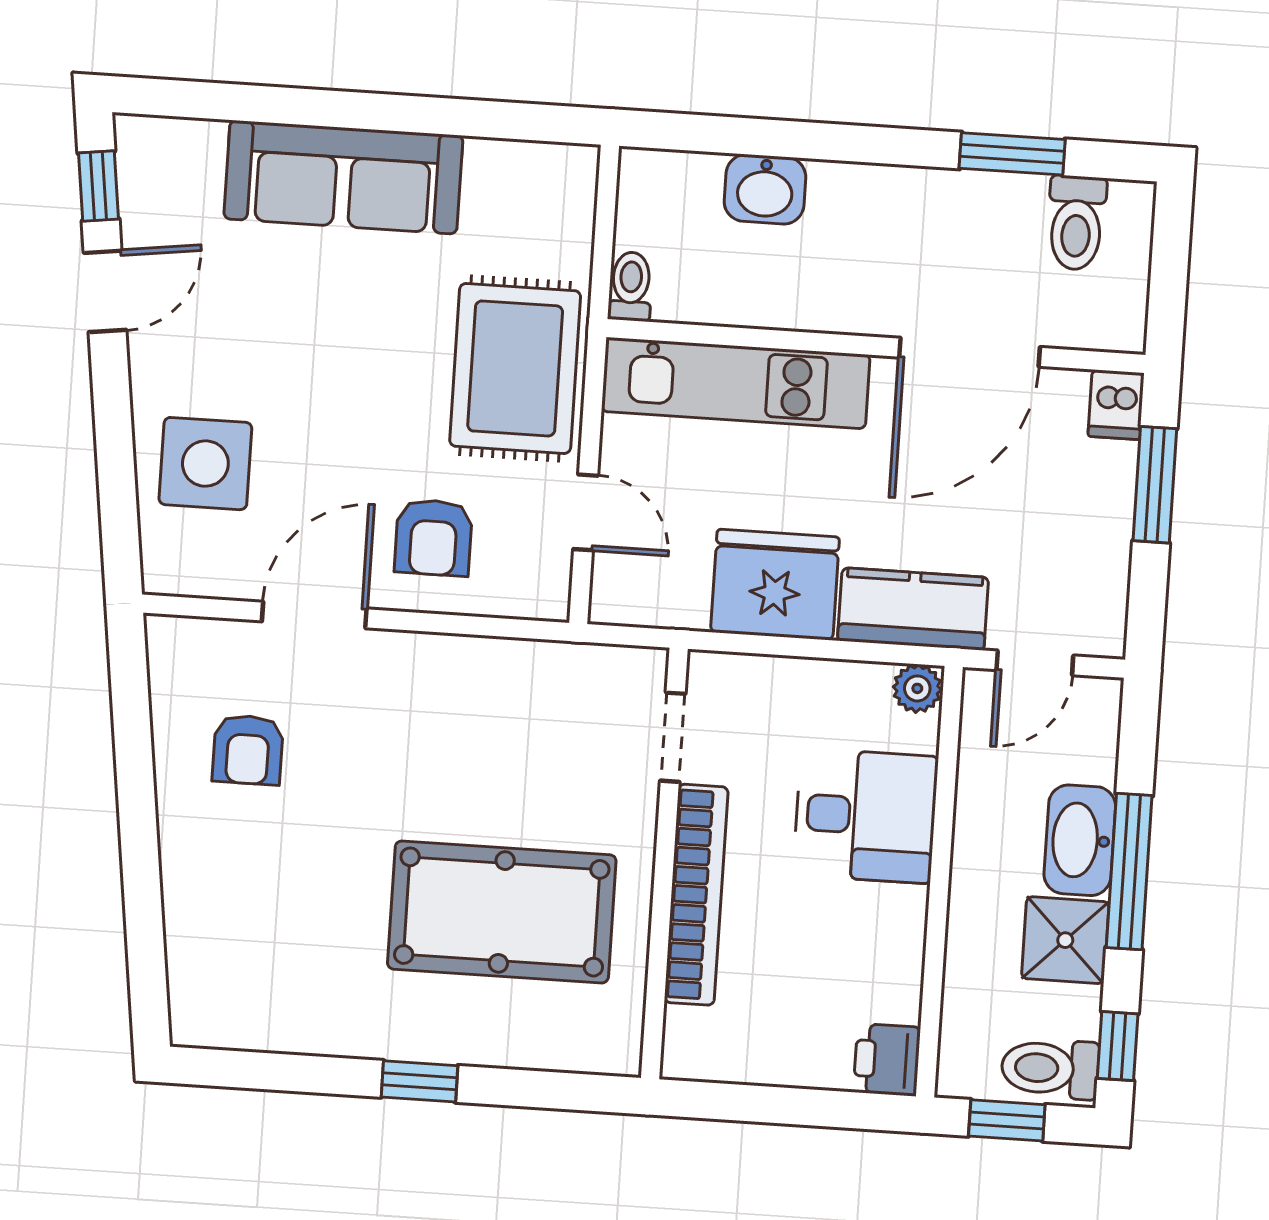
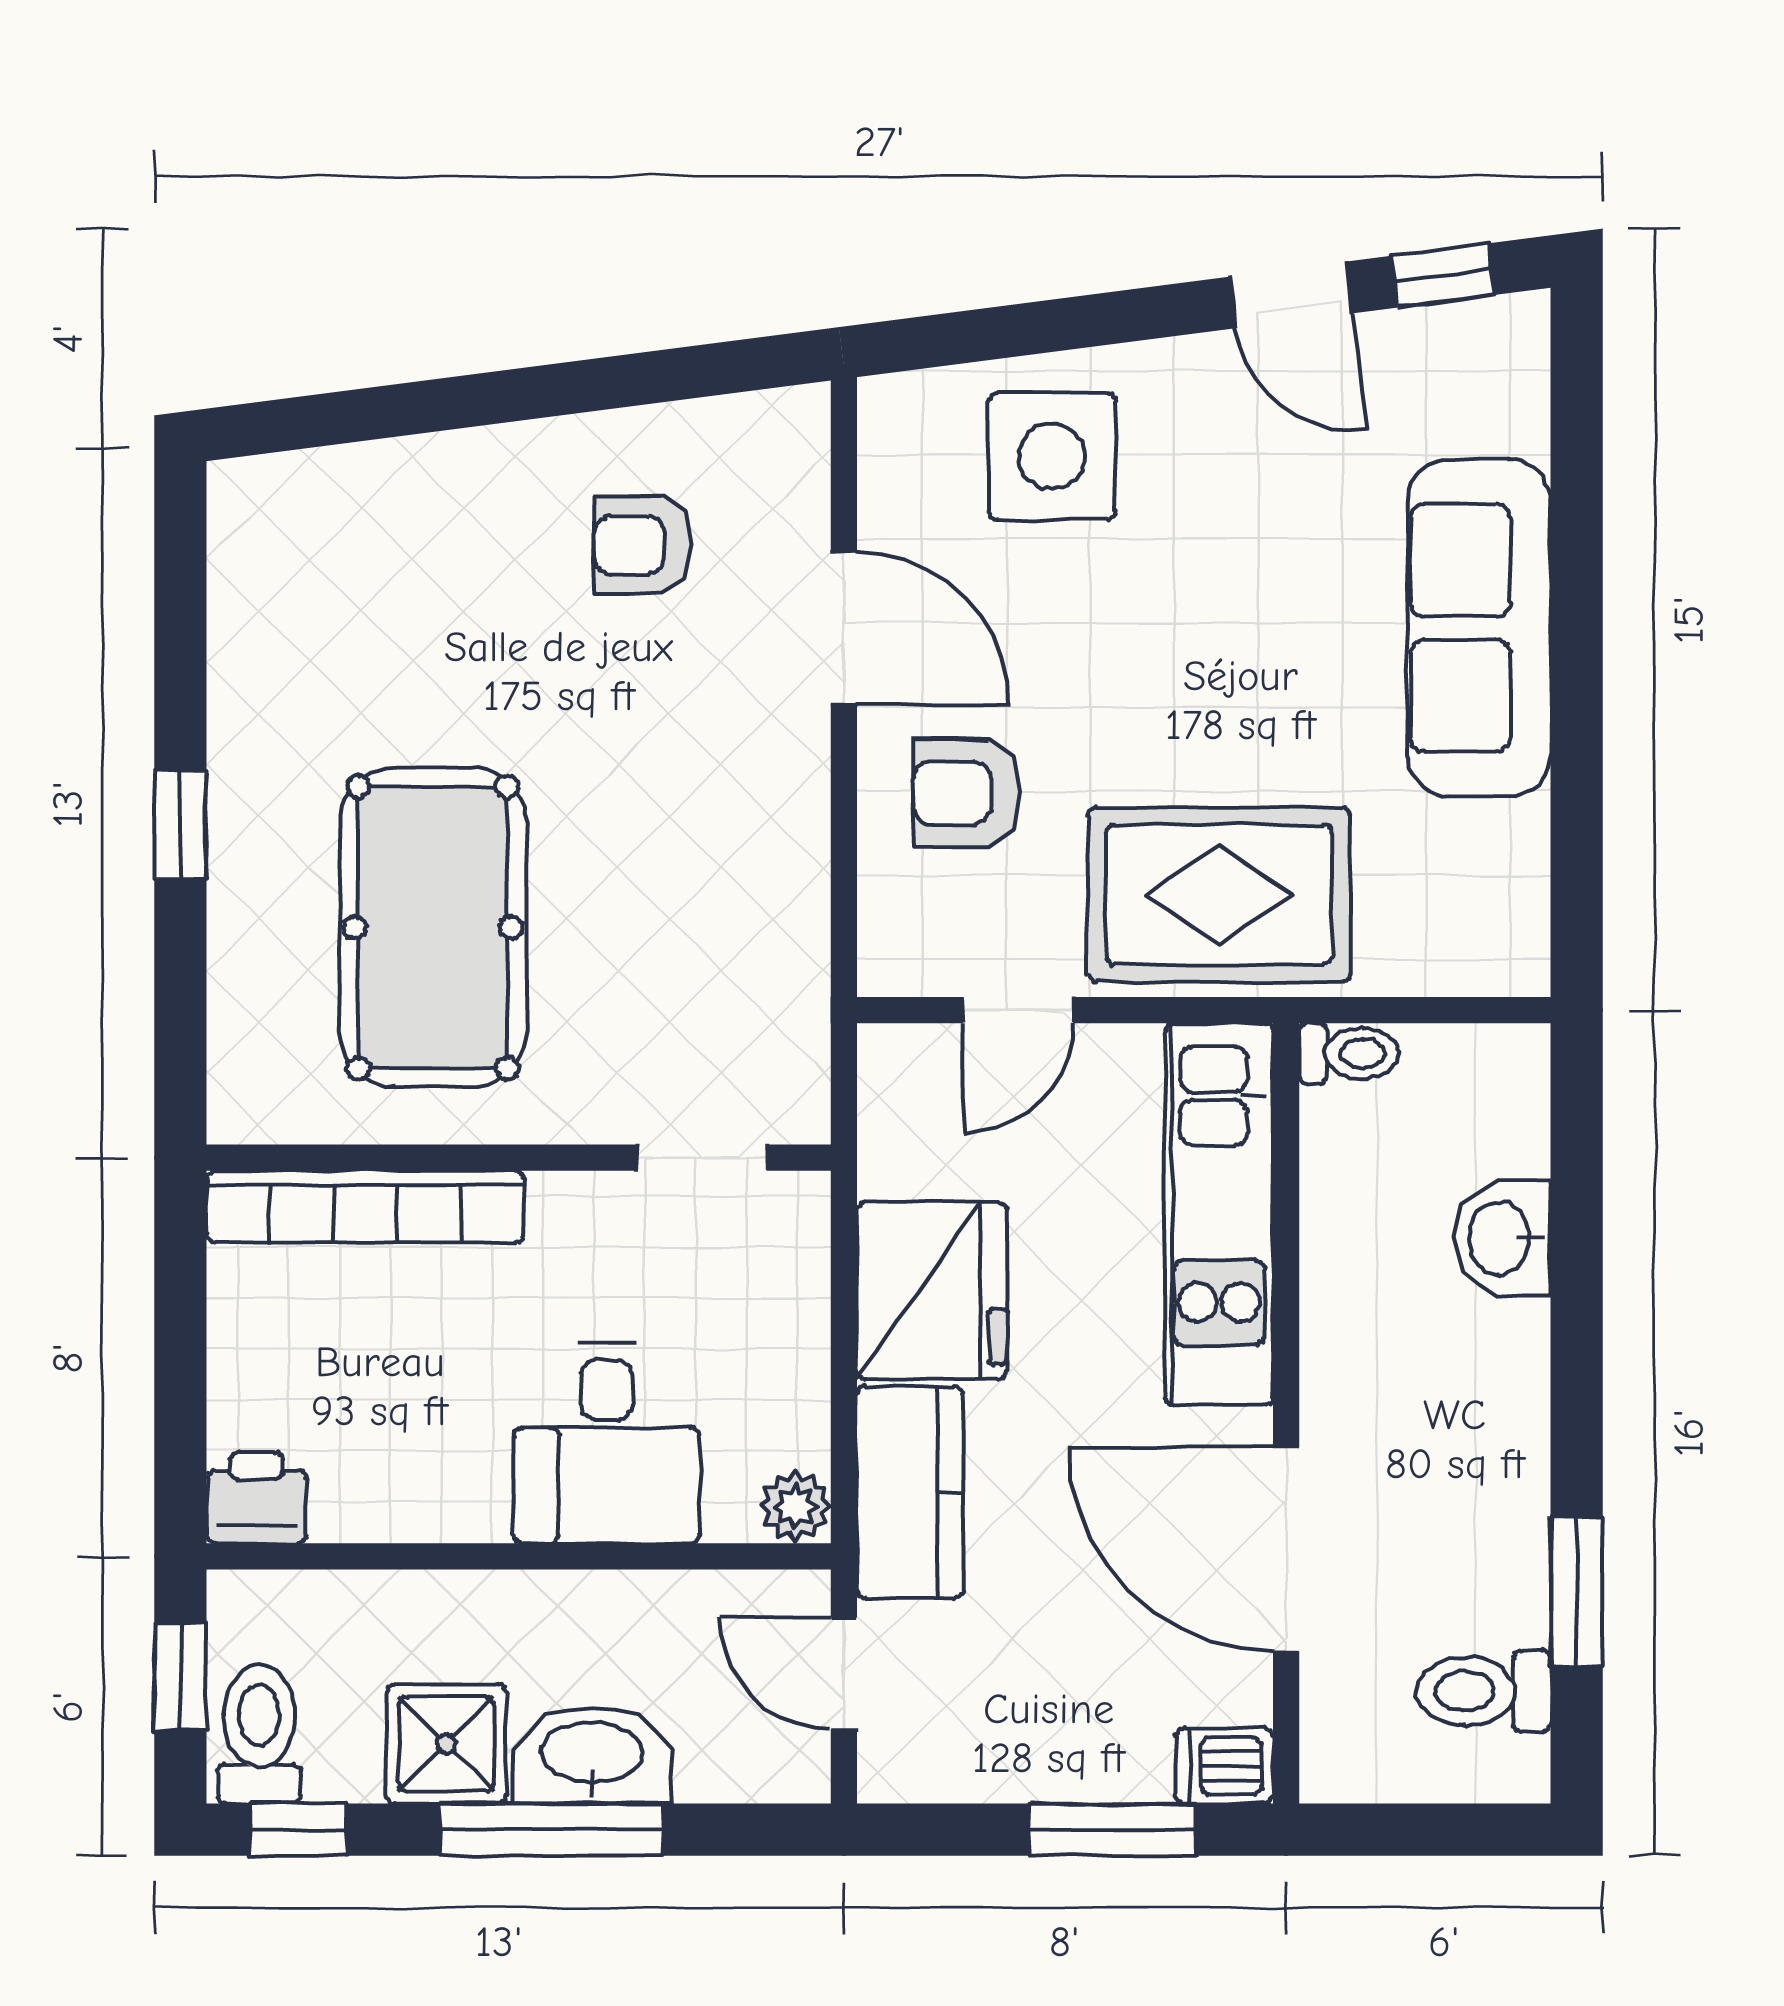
bookcase: (696, 895) -> (365, 1207), moved

